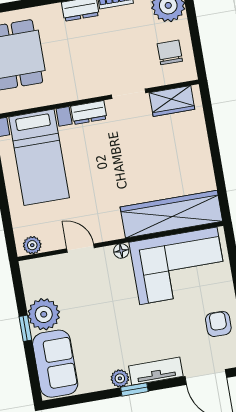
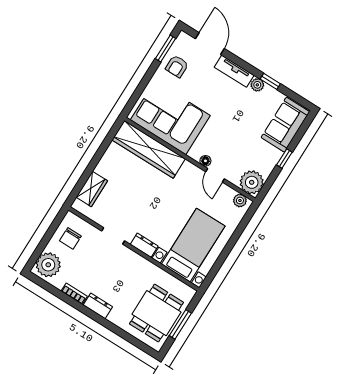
wardrobe: (172, 101) -> (92, 189), moved, turned 90
floor lamp: (121, 251) -> (205, 161), moved
plant: (44, 314) -> (252, 182), moved
window: (134, 389) -> (270, 81), moved

